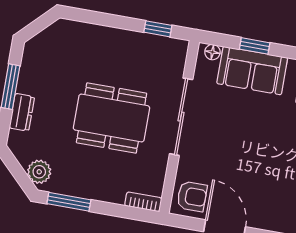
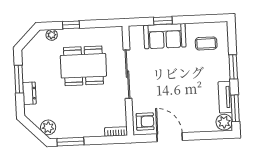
plant: (77, 29) -> (52, 35), added
window: (158, 29) -> (71, 25), moved
floor lamp: (212, 52) -> (138, 30), removed
dining table: (112, 118) -> (83, 66), moved

